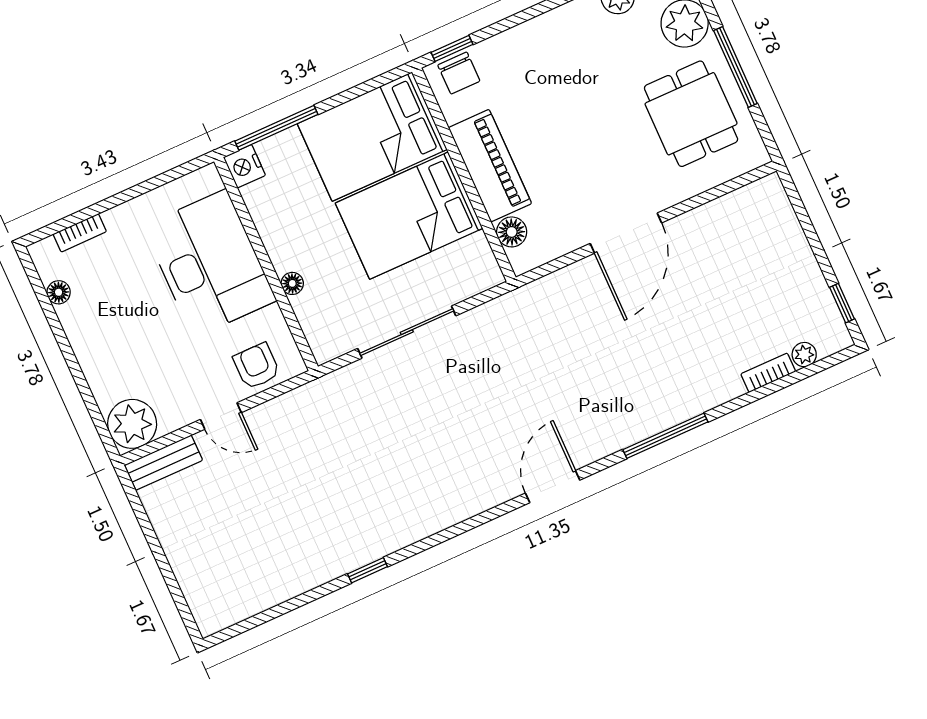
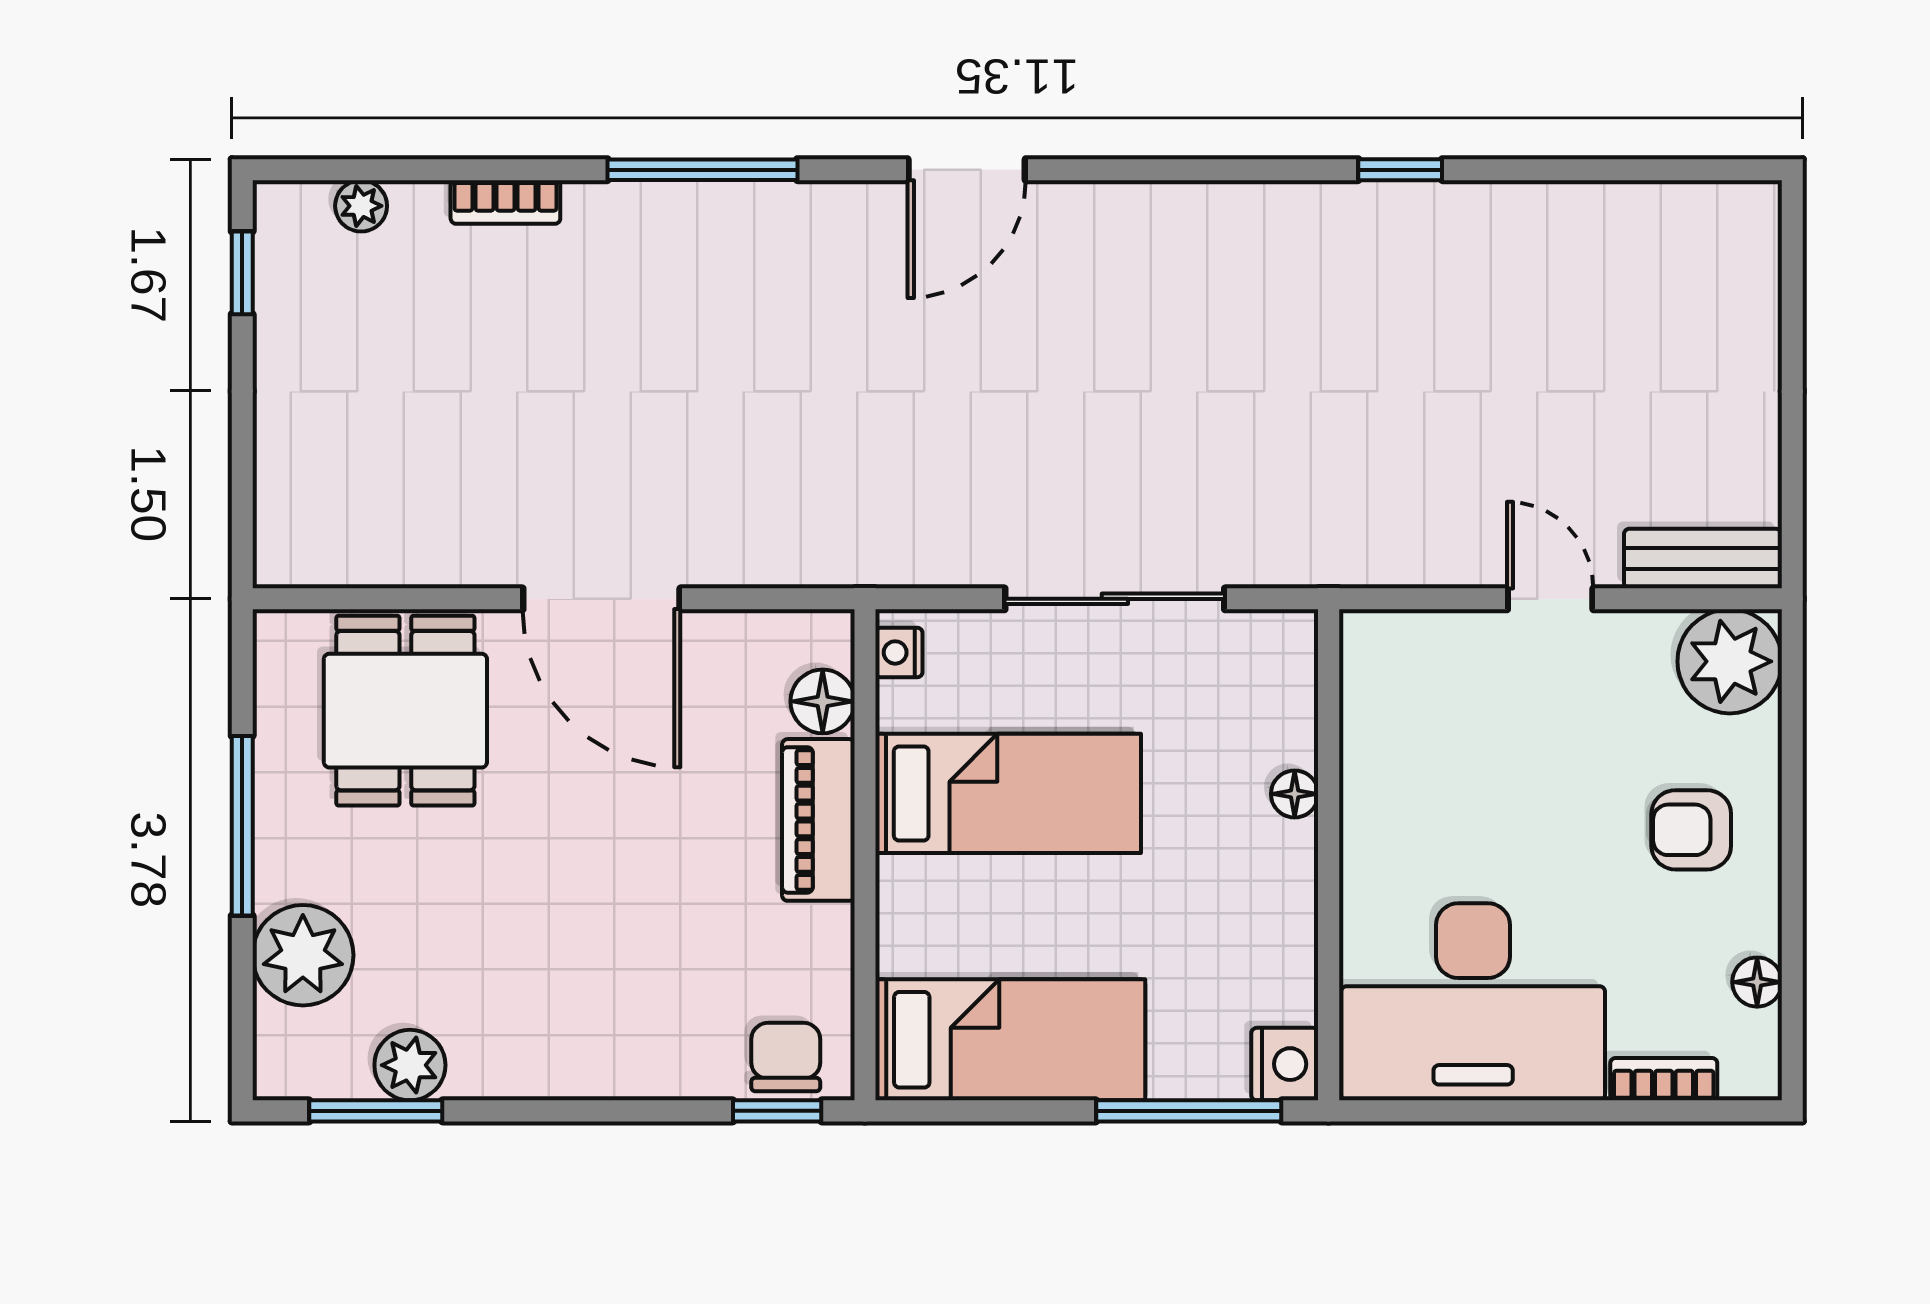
dining table: (691, 114) -> (405, 711), moved
bed: (372, 137) -> (1010, 1040), width x0.67
piano: (490, 166) -> (818, 820), width x0.73, depth x0.75
bed: (409, 216) -> (1008, 793), width x0.67
door: (626, 233) -> (601, 599), swing flipped
desk: (210, 263) -> (1473, 1002), moved, turned -90
nightstand: (488, 268) -> (899, 652), added
armchair: (257, 366) -> (1691, 830), moved, turned 90
bookcase: (768, 373) -> (505, 202), moved

